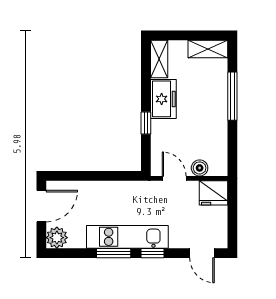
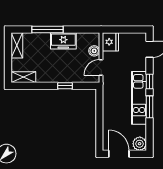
freezer: (163, 99) -> (63, 41), moved, turned 180

